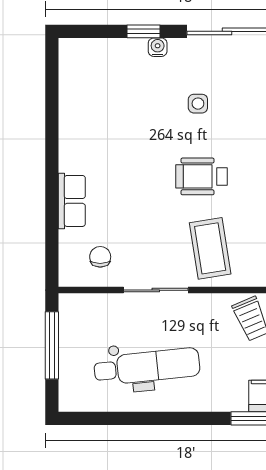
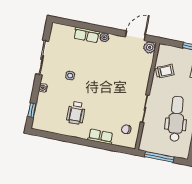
window: (143, 31) -> (32, 110), moved
wheelchair: (202, 176) -> (76, 113), moved
coffee table: (210, 248) -> (132, 83), removed

